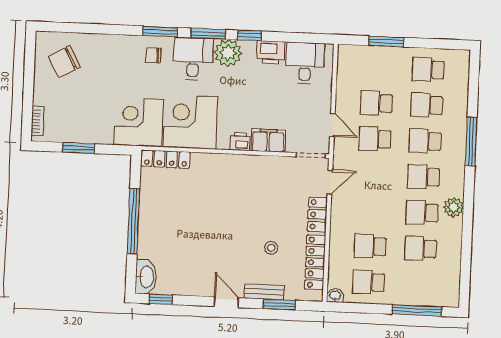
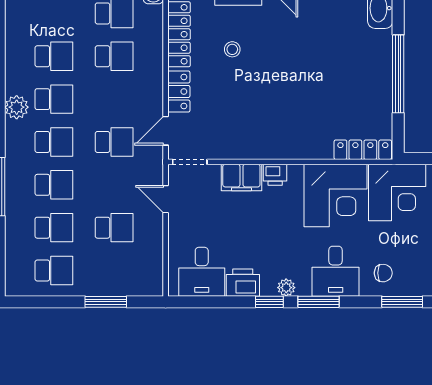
window: (160, 32) -> (402, 302), moved
plant: (228, 53) -> (286, 288), width x0.53, depth x0.53
school desk: (375, 139) -> (114, 142), moved

